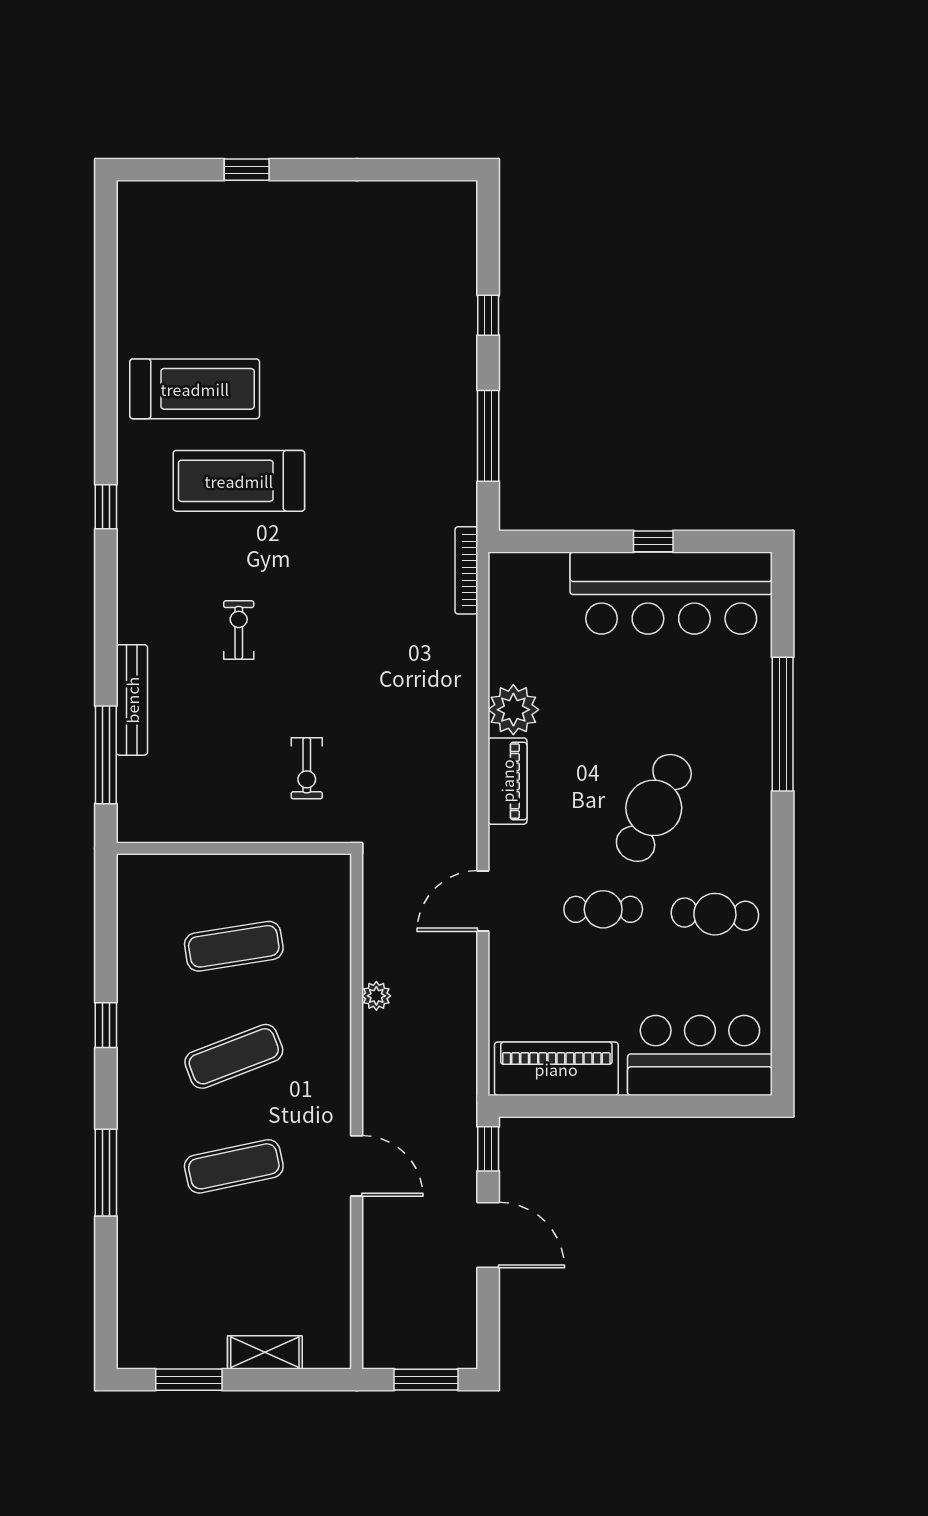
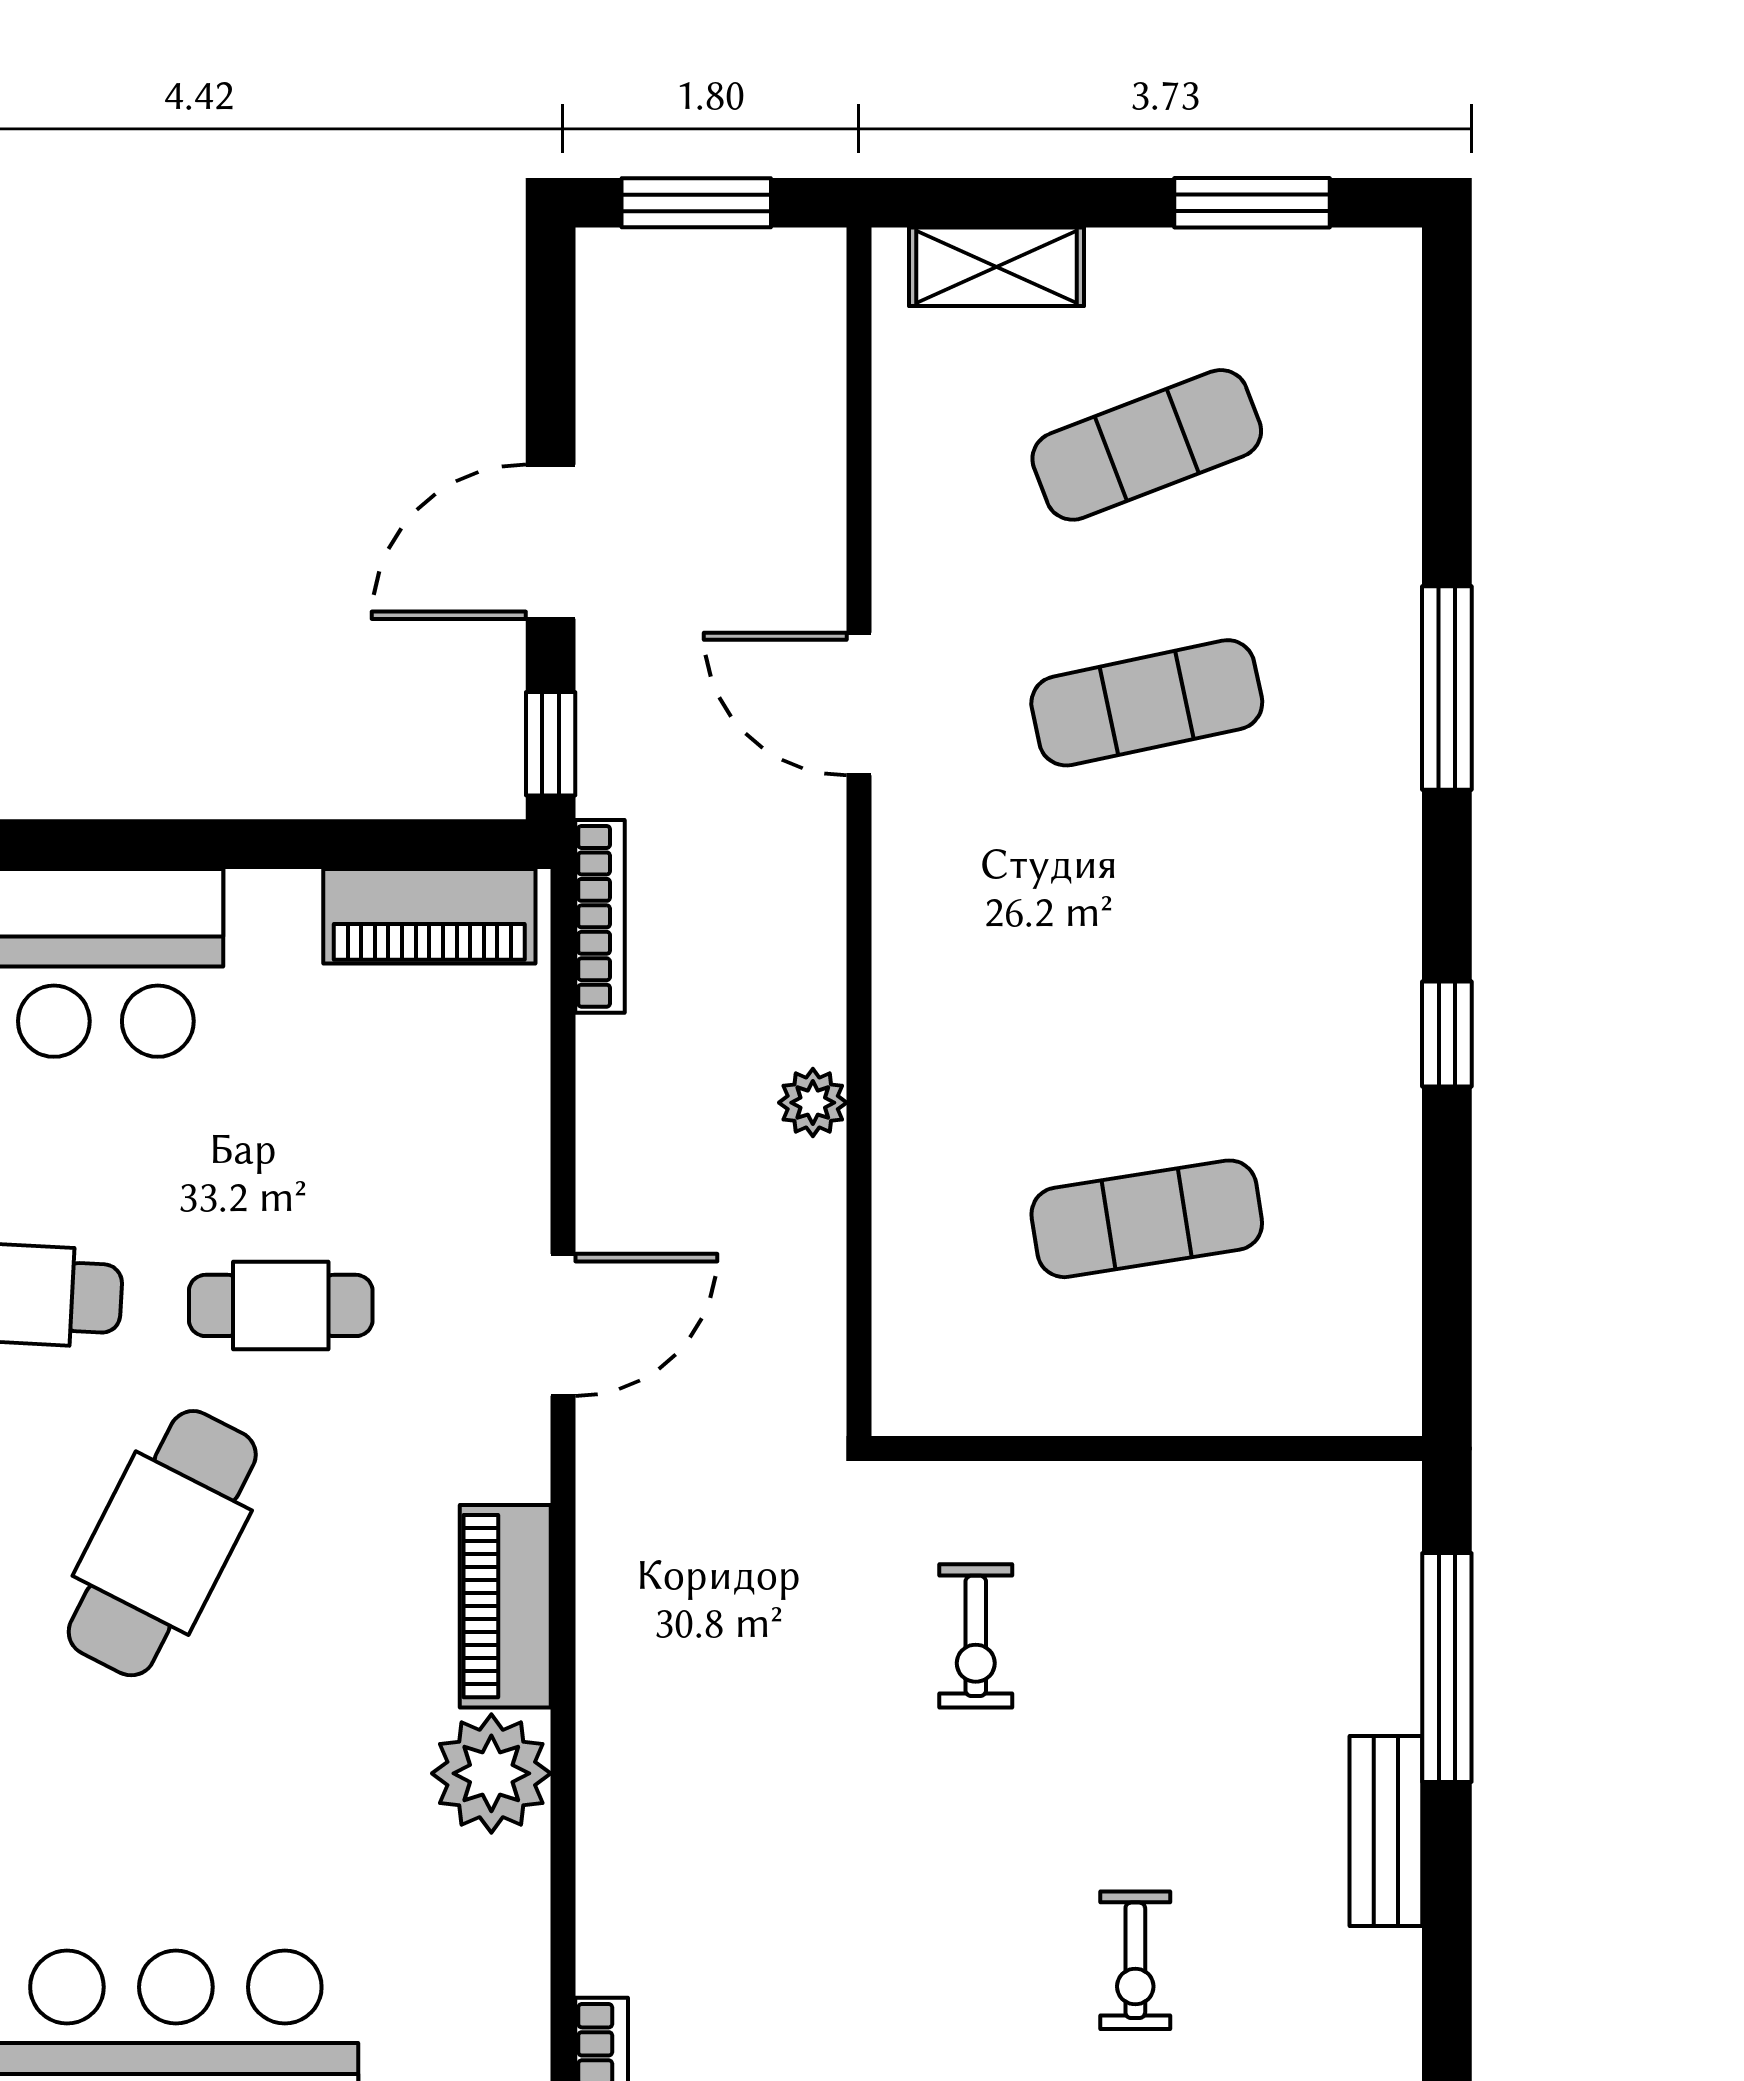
bench: (132, 700) -> (1386, 1831), width x0.73
exercise bike: (307, 768) -> (976, 1636), turned 180
exercise mat: (234, 1056) -> (1147, 445), moved
piano: (556, 1069) -> (429, 916), width x0.73, depth x0.75
bookcase: (467, 1075) -> (600, 916), added
door: (488, 1235) -> (551, 542), hinge flipped
shelving: (265, 1352) -> (997, 267), moved

